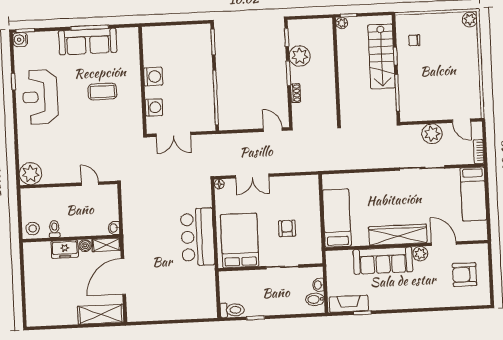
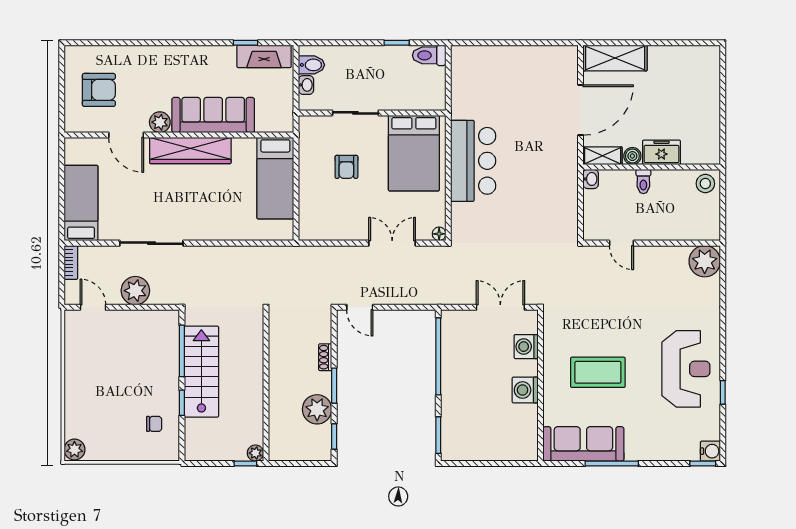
sofa: (88, 42) -> (583, 444), moved
stairs: (382, 56) -> (201, 372), moved
coffee table: (102, 92) -> (598, 372), width x1.36, depth x1.32
toilet: (54, 229) -> (643, 182), moved

